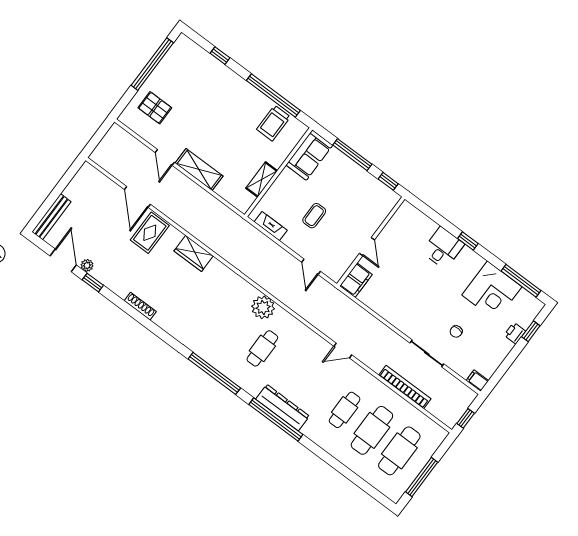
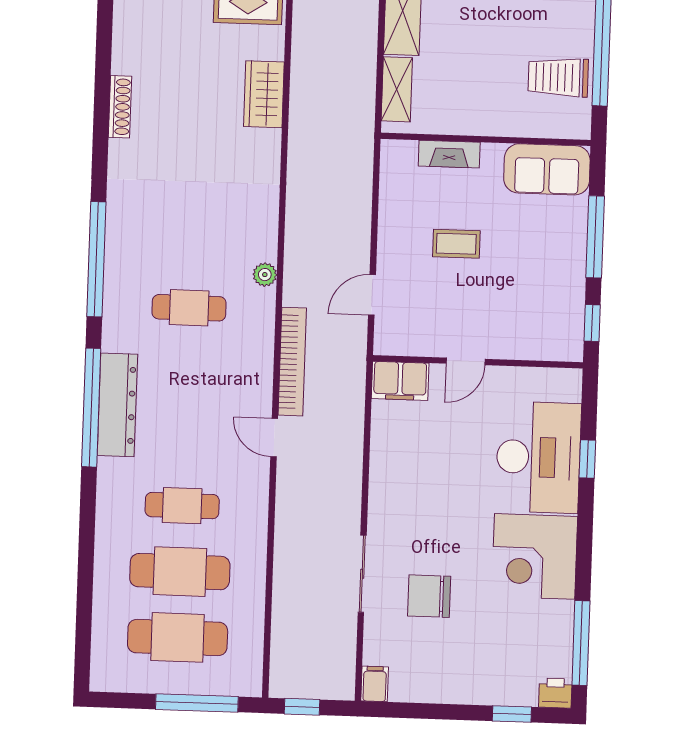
shelving: (262, 179) -> (397, 89), moved, turned 90
fireplace: (271, 226) -> (449, 154), moved, turned 90
window: (468, 241) -> (587, 459), moved
desk: (443, 248) -> (538, 457), width x1.87, depth x1.30
corner desk: (492, 291) -> (535, 556), moved
shoe rack: (140, 306) -> (120, 107), moved
plant: (263, 307) -> (265, 275), width x0.53, depth x0.53
chair: (456, 332) -> (429, 596), width x1.87, depth x1.87
printer: (515, 333) -> (555, 693), moved
bookcase: (405, 387) -> (292, 362), moved
window: (422, 477) -> (197, 703), moved

